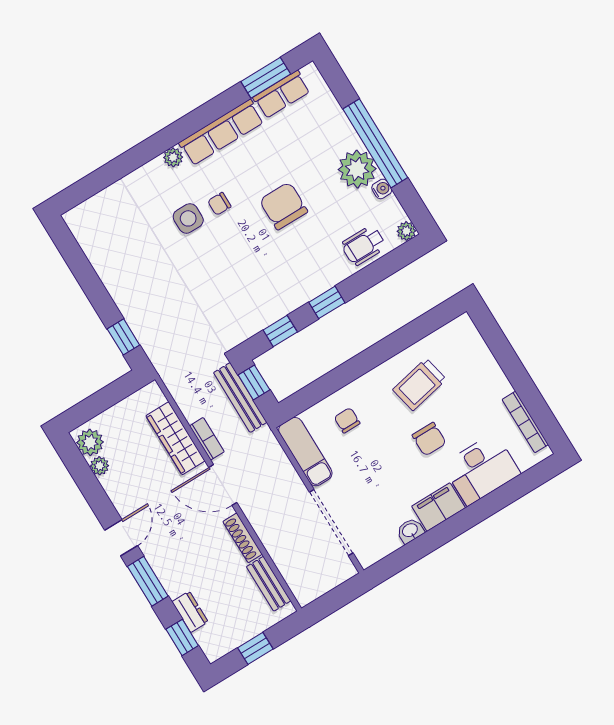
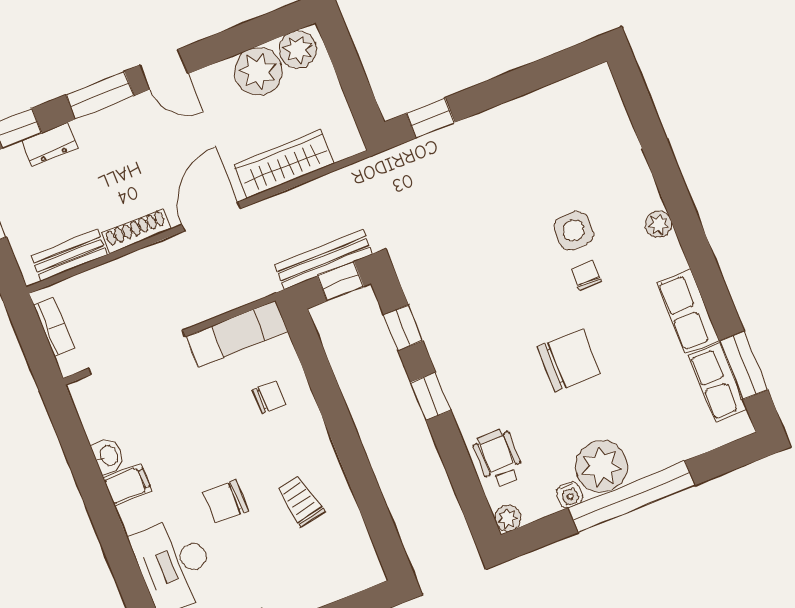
row of seats: (221, 132) -> (688, 311), width x0.68
trolley: (419, 384) -> (301, 501), width x0.73, depth x0.72
bookcase: (207, 439) -> (54, 327), moved, turned -90
plant: (99, 466) -> (258, 71), width x1.87, depth x1.87
filing cabinet: (439, 507) -> (128, 485), width x0.50

